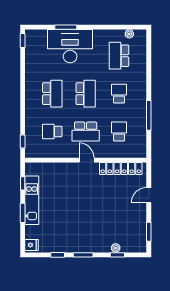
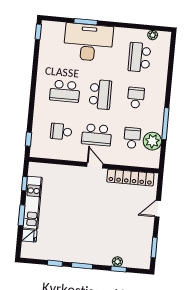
school desk: (52, 94) -> (65, 91), turned 90
plant: (138, 133) -> (152, 141), added
fridge: (31, 245) -> (29, 236), moved

